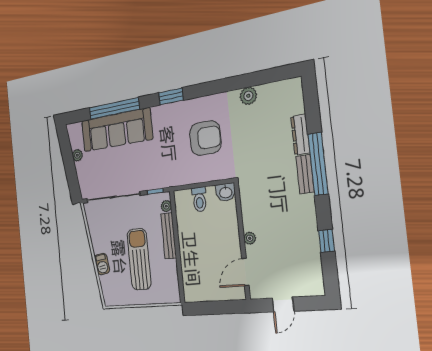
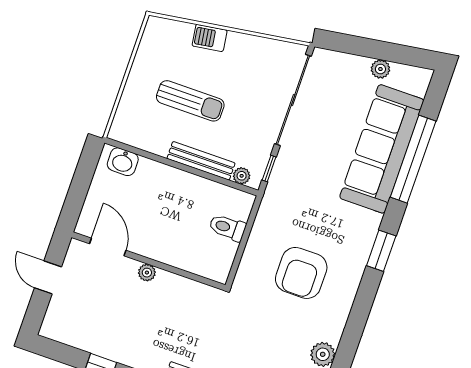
washbasin: (226, 192) -> (123, 162), moved, turned -90
sun lounger: (139, 259) -> (190, 101), width x0.73, depth x0.75

